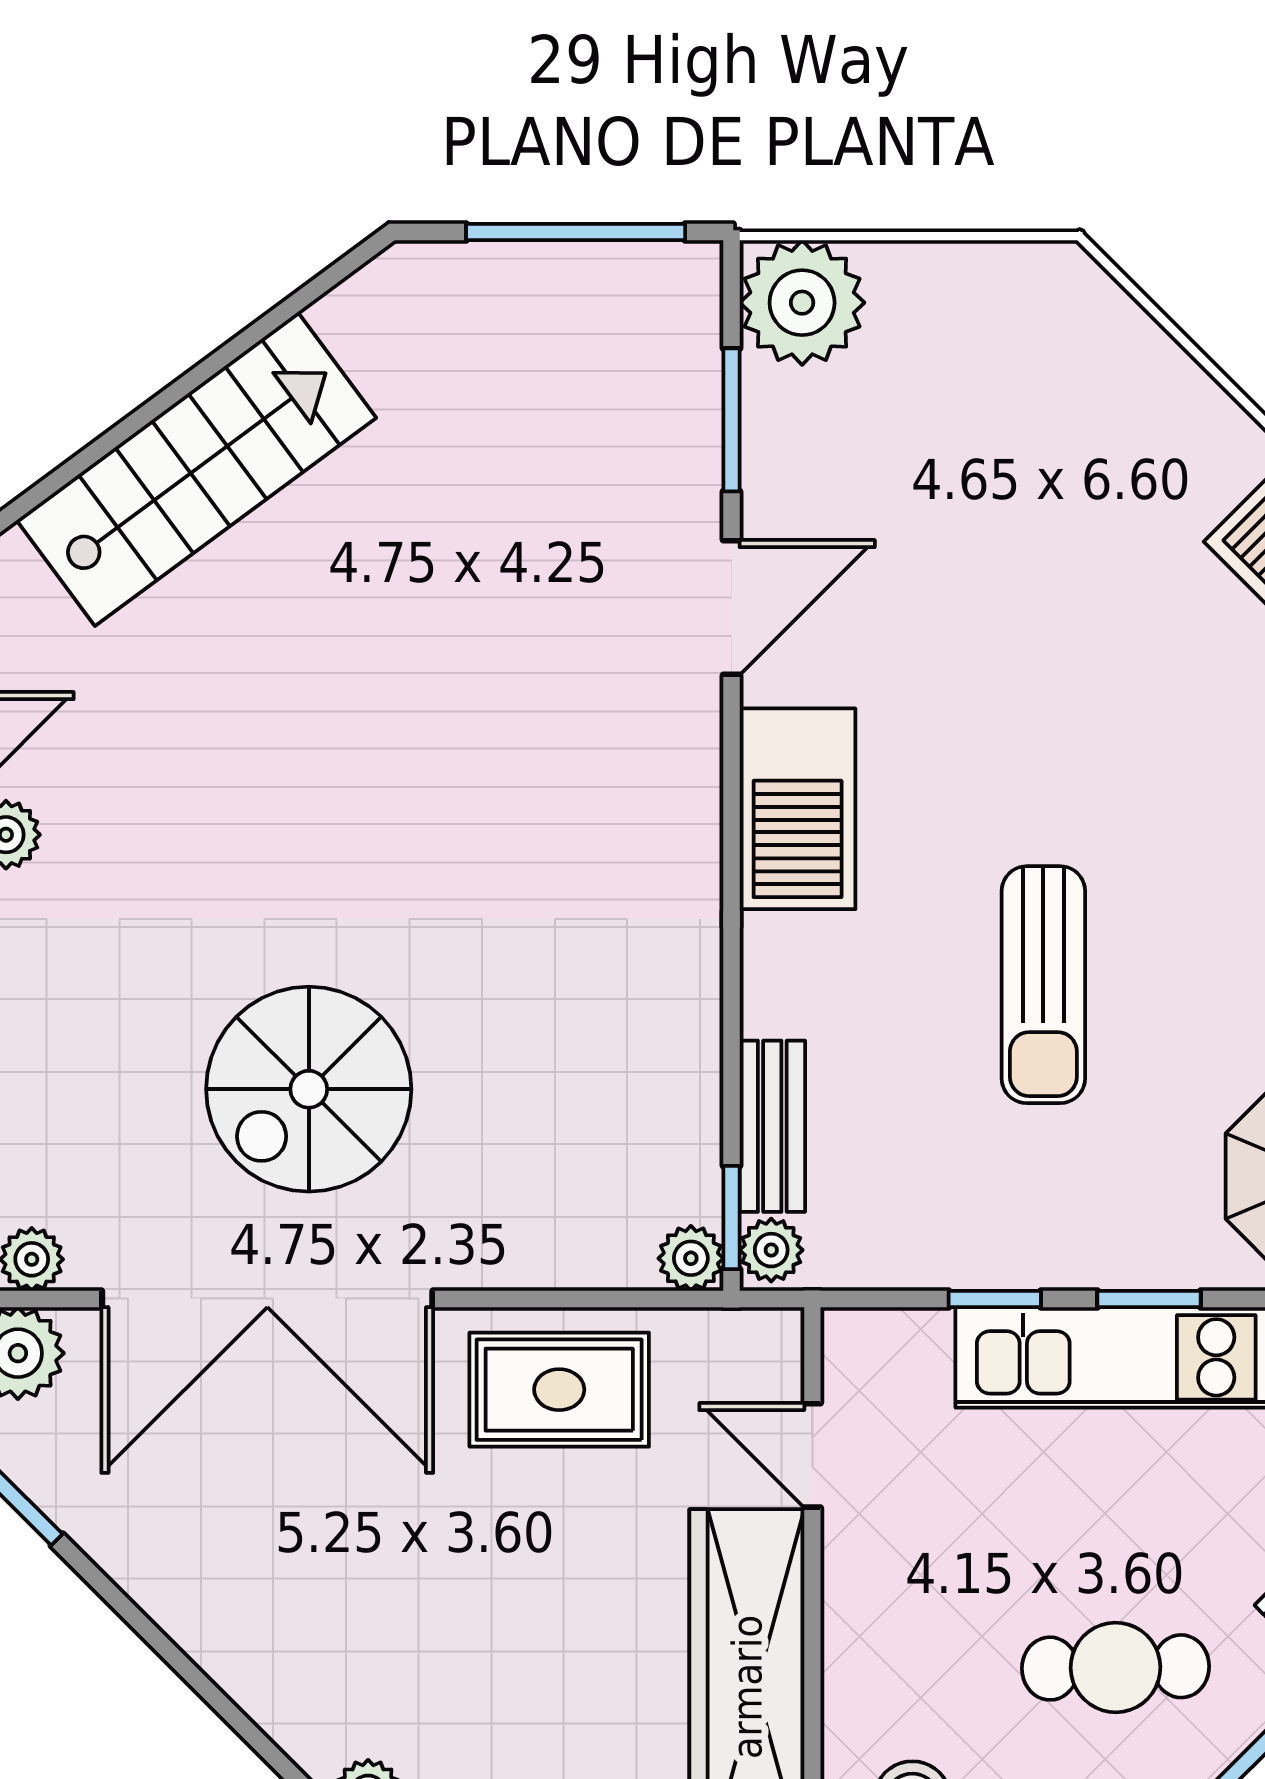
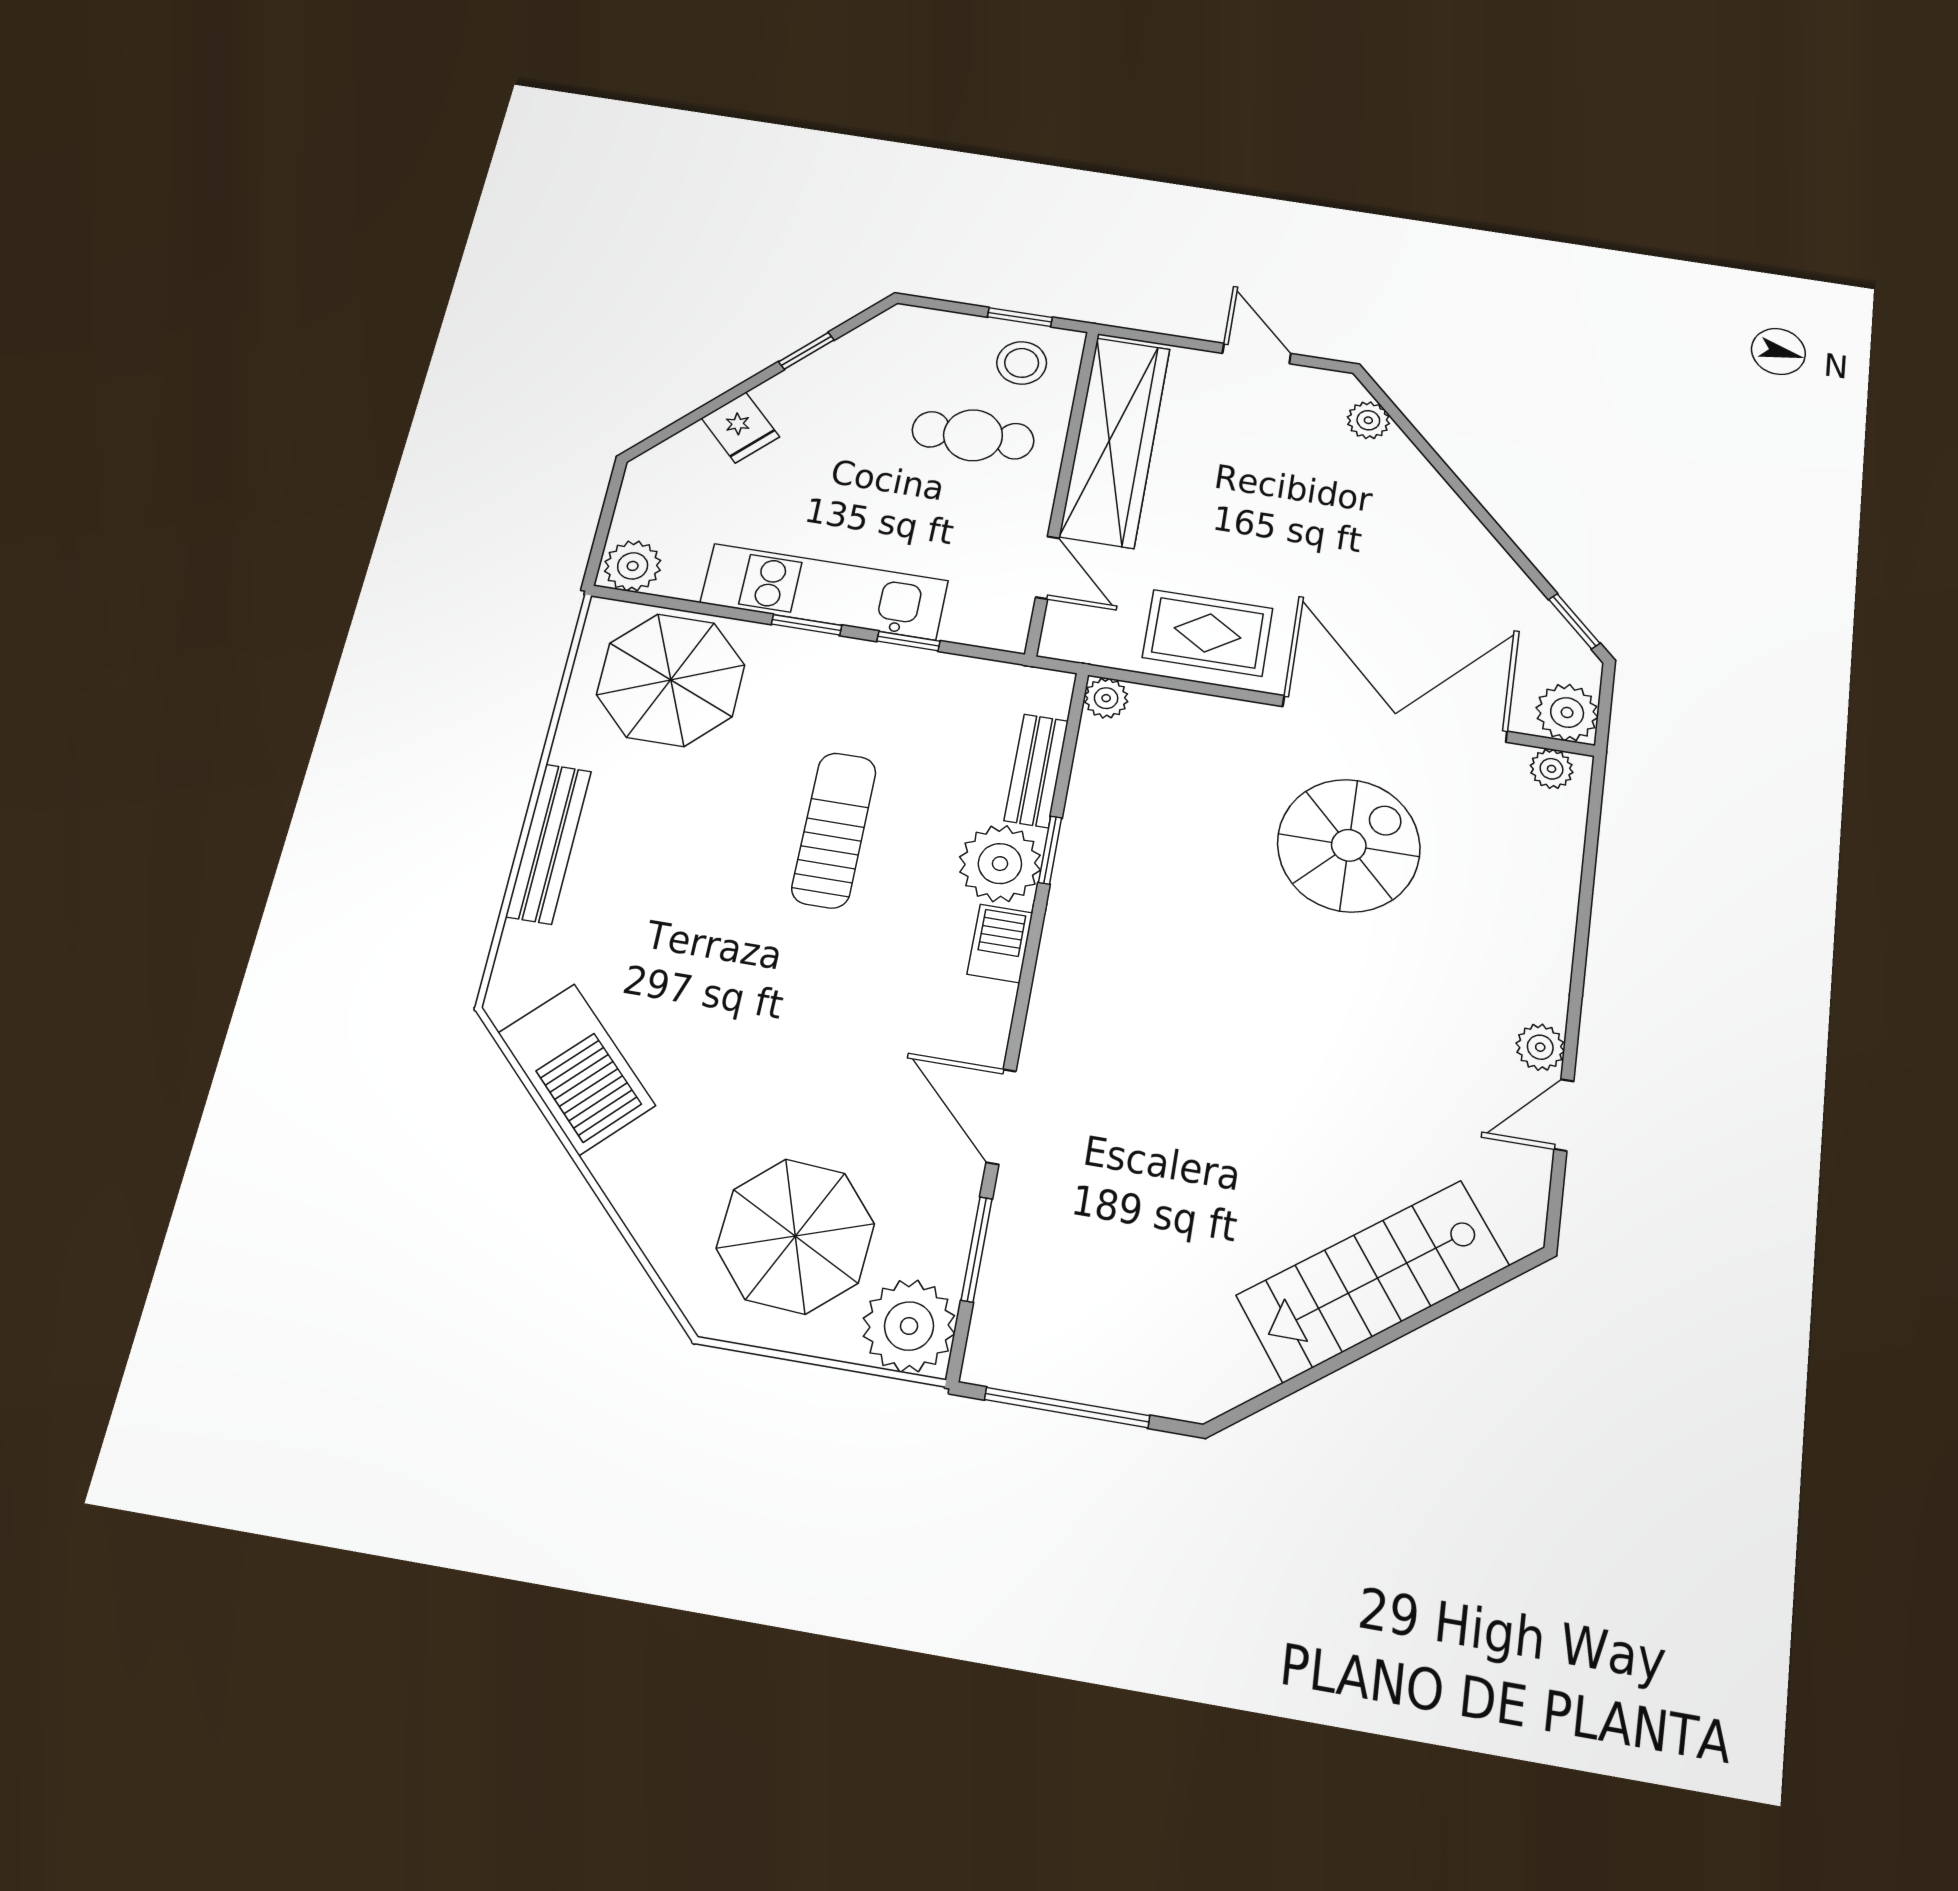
parasol: (977, 396) -> (795, 1236), added
door: (732, 607) -> (1001, 1117), hinge flipped
barbecue: (798, 809) -> (1000, 943), width x0.53, depth x0.65
window: (732, 1218) -> (1050, 850), moved
plant: (771, 1250) -> (1000, 864), moved, width x1.87, depth x1.87
cafe table: (1116, 1667) -> (973, 435), moved

